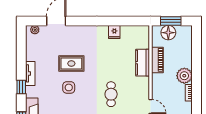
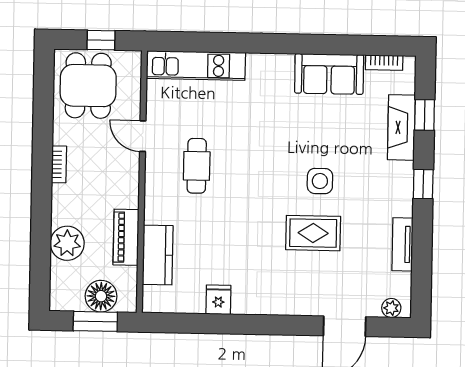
kitchen counter: (143, 63) -> (158, 255), moved
tv unit: (30, 73) -> (402, 244), moved
plant: (184, 76) -> (67, 243), moved
cafe table: (111, 94) -> (197, 166), moved

